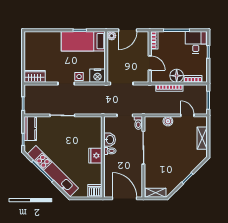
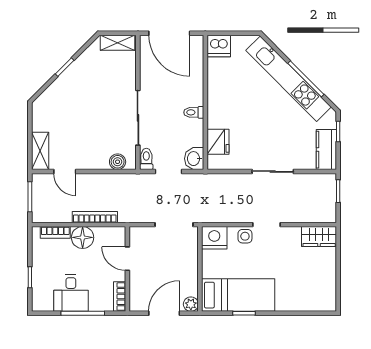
desk: (196, 42) -> (71, 293), moved
boiler: (168, 121) -> (118, 162), moved
shelving: (202, 138) -> (40, 151), moved
washbasin: (110, 140) -> (194, 159), moved
fridge: (95, 156) -> (218, 142), moved

